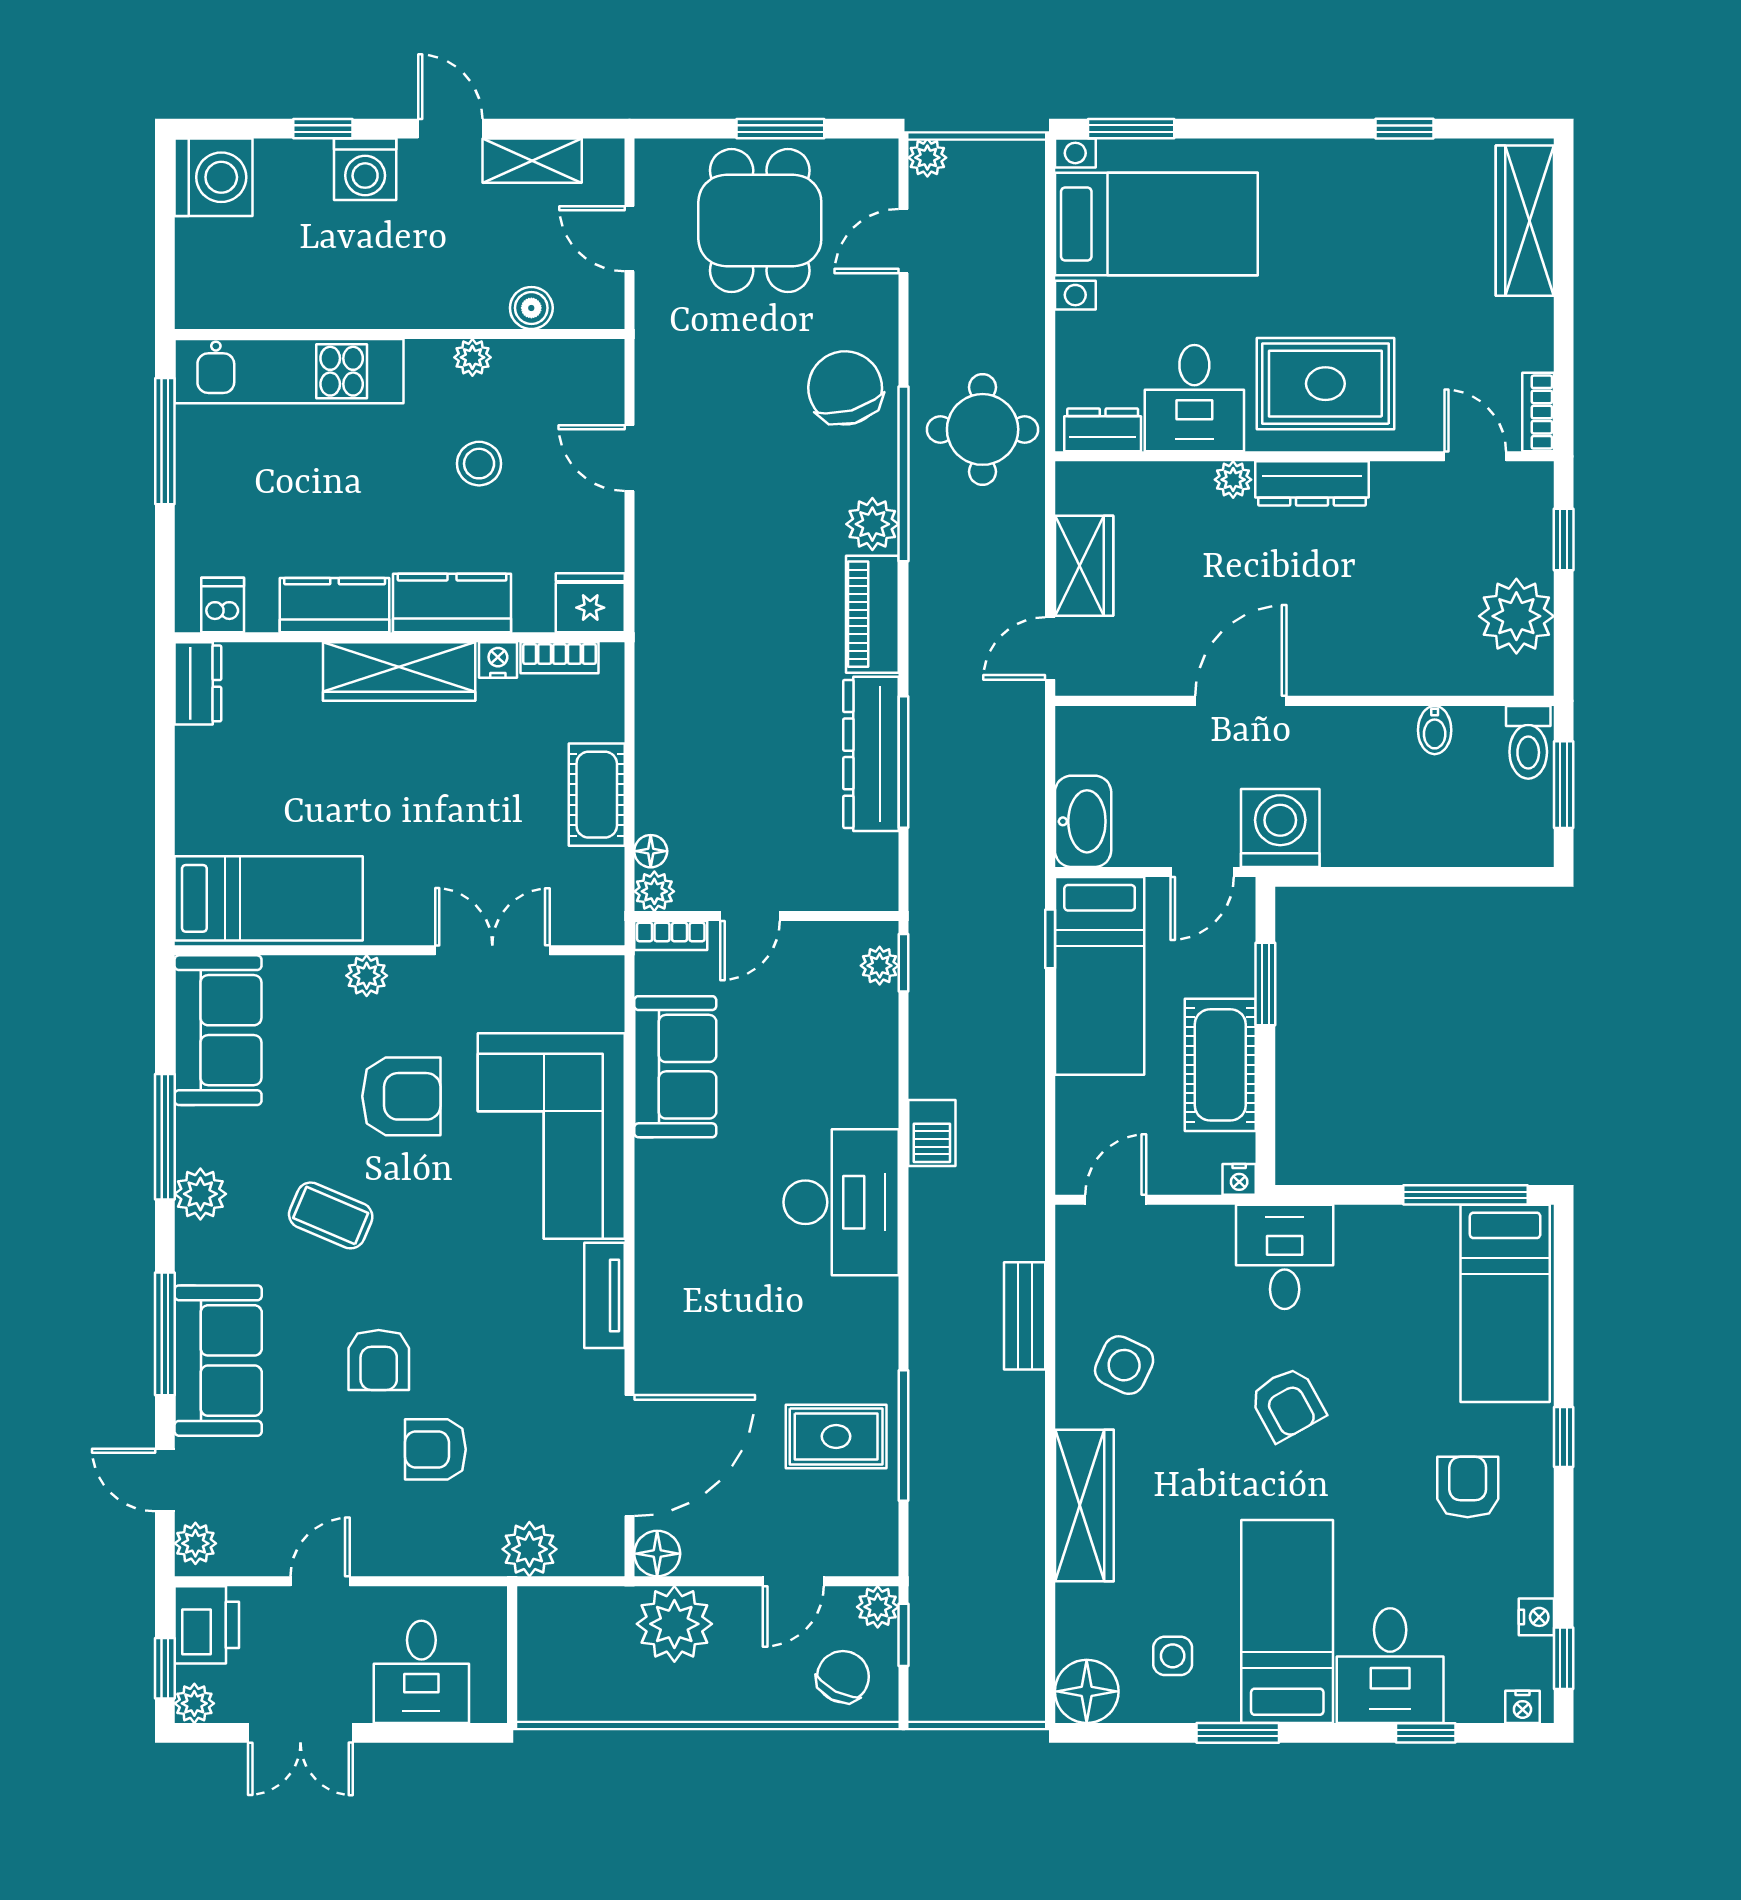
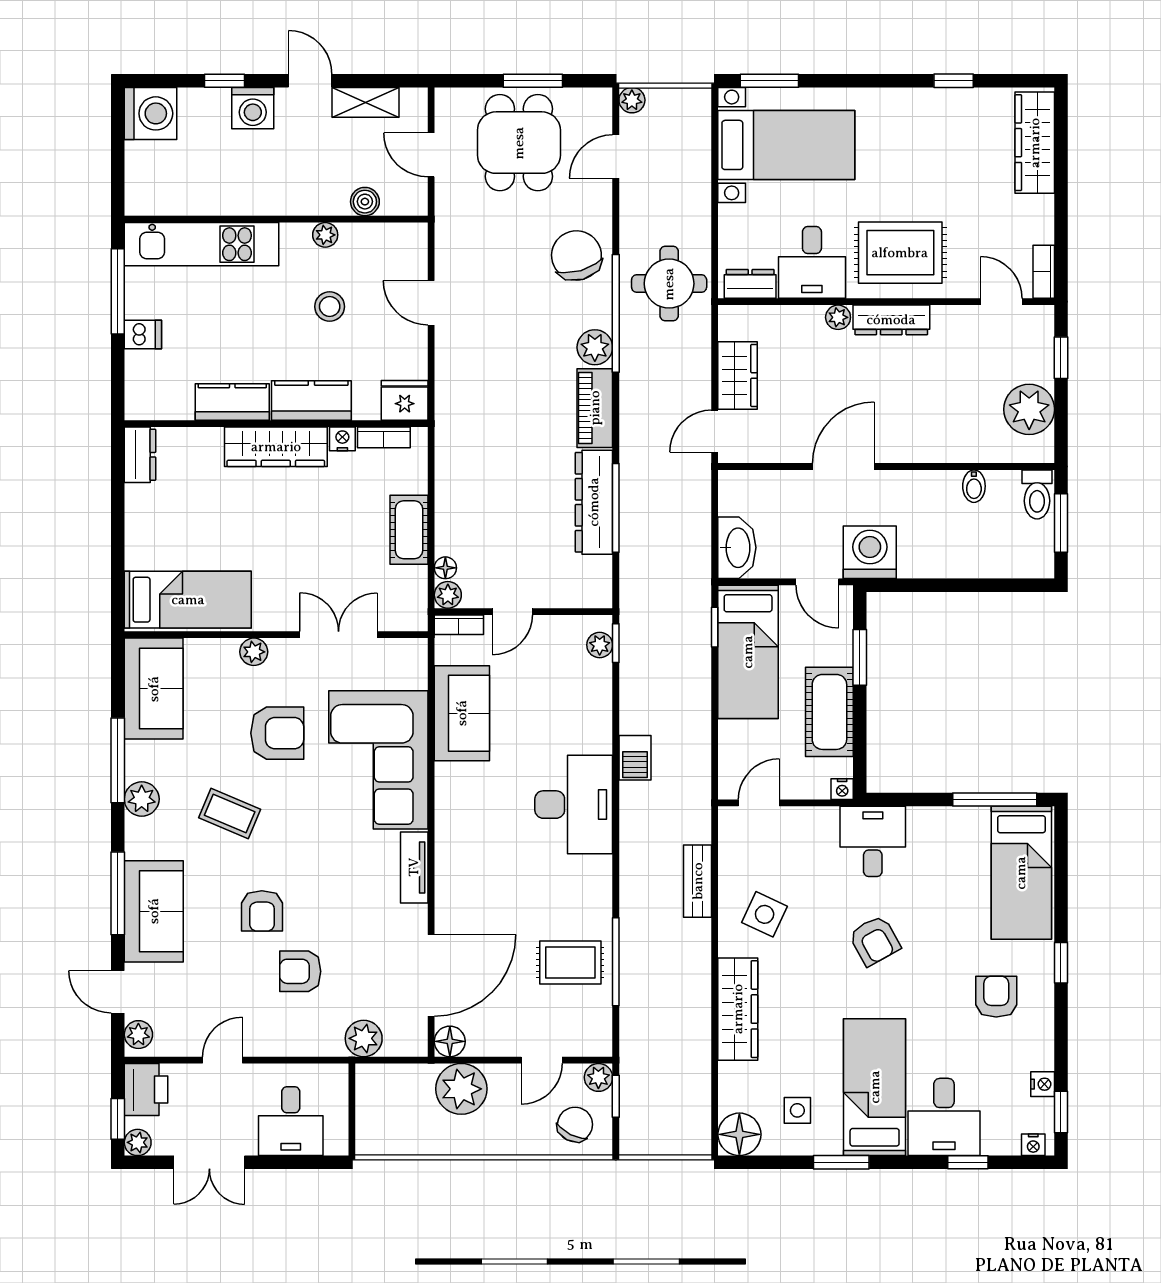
dishwasher: (223, 605) -> (143, 335), moved, turned 90
door: (1202, 872) -> (817, 582), hinge flipped

